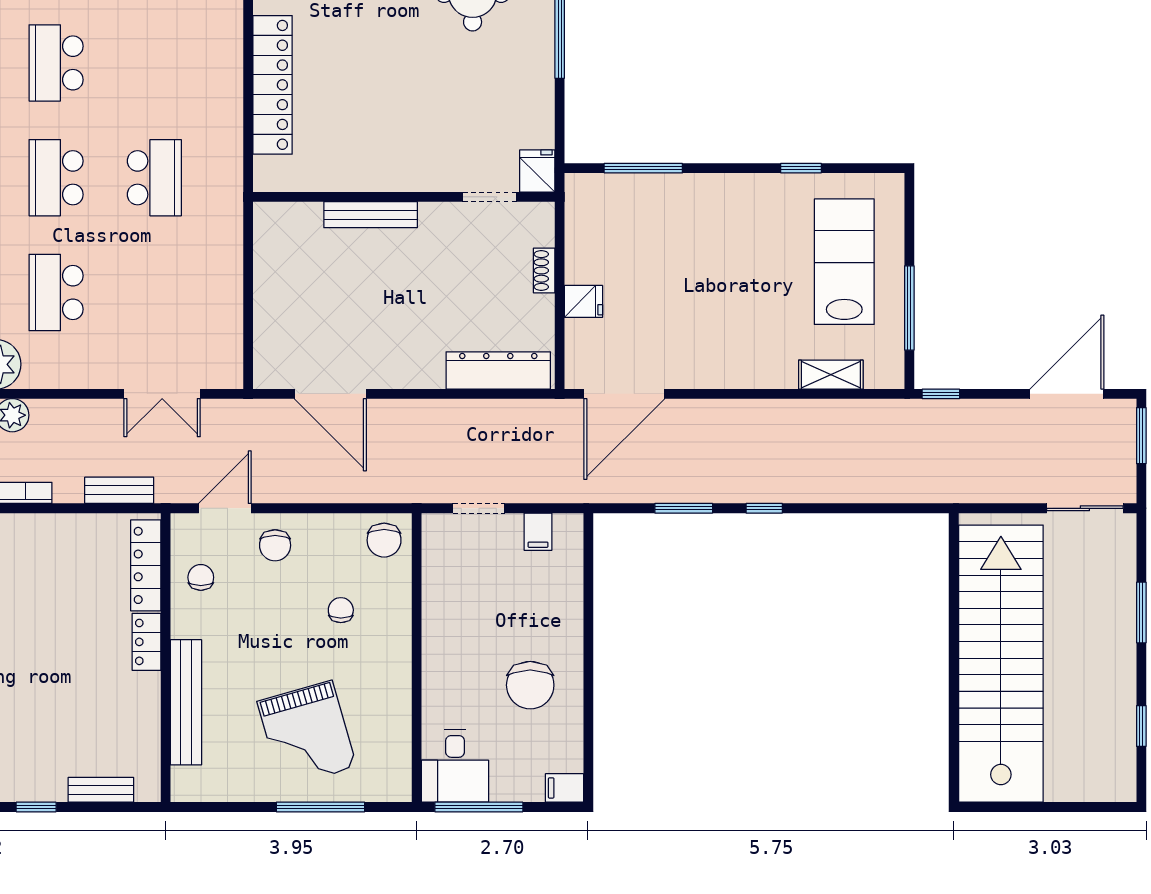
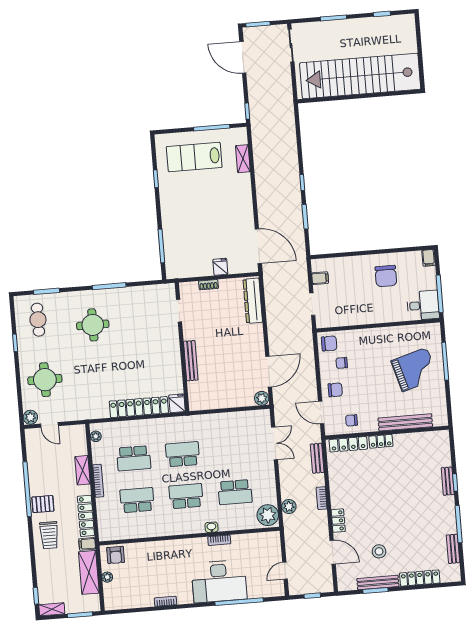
school desk: (56, 63) -> (137, 500), turned 180
school desk: (154, 63) -> (134, 458), added
fridge: (537, 171) -> (177, 403), moved, turned 90
school desk: (56, 178) -> (186, 496), turned 180
plant: (269, 373) -> (262, 398), added
chair: (341, 610) -> (342, 363), moved
chair: (530, 685) -> (386, 276), turned 90
bench: (101, 790) -> (448, 481), moved

